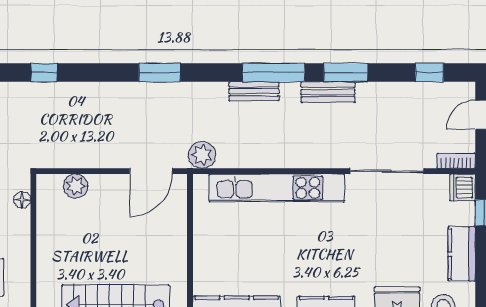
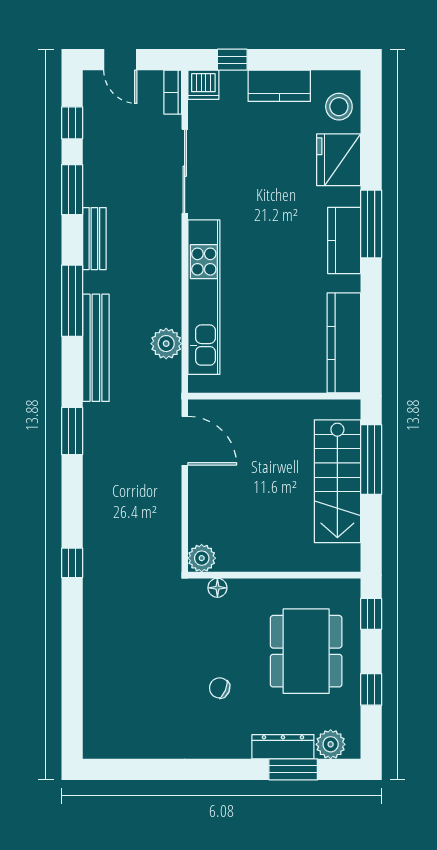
window: (346, 72) -> (72, 190), moved
bench: (254, 91) -> (96, 348), width x1.86, depth x1.21
plant: (202, 155) -> (166, 344), moved
plant: (76, 186) -> (202, 558), moved

